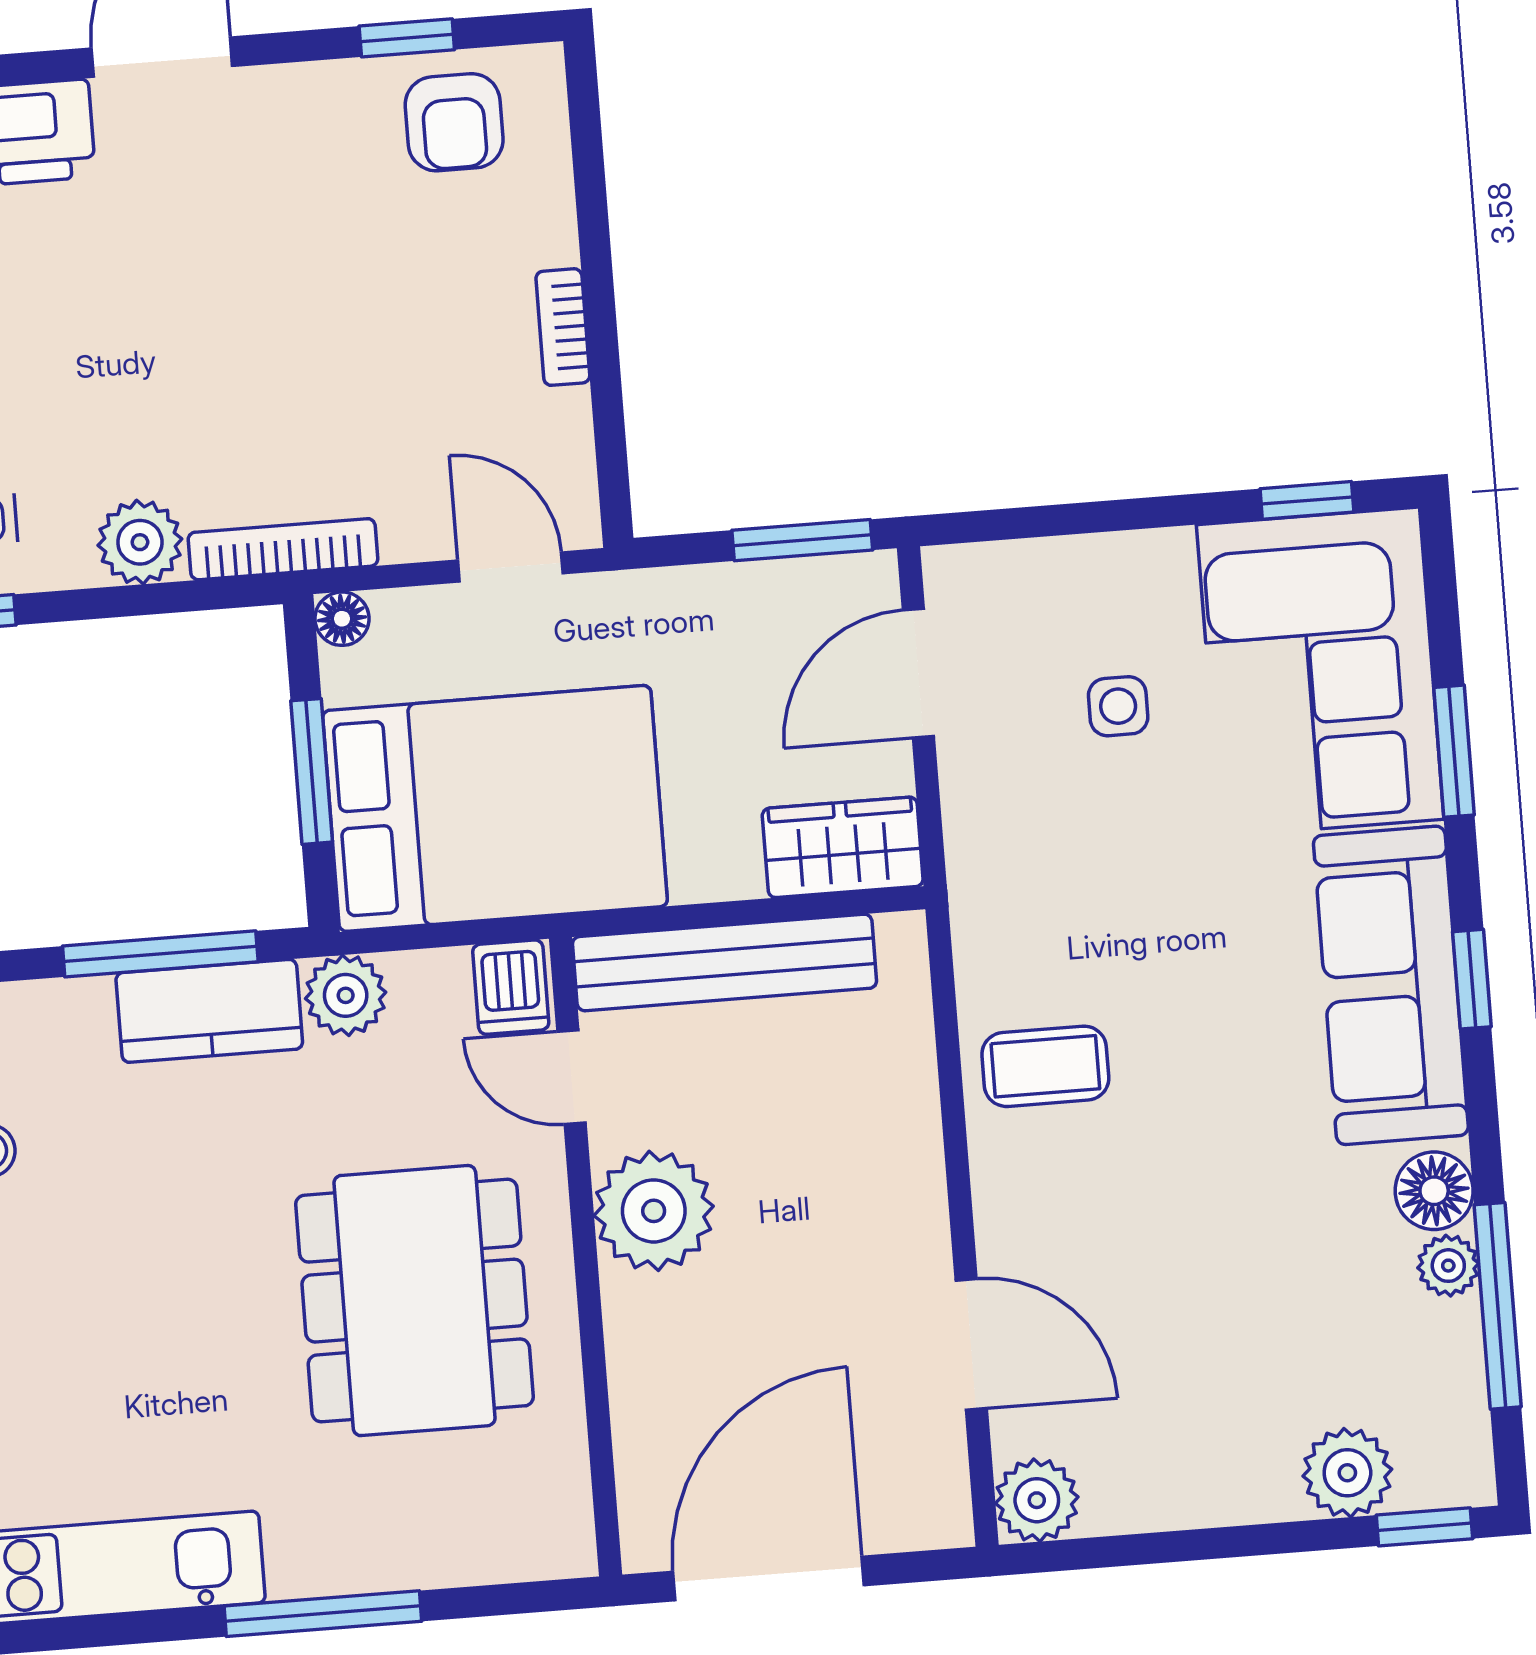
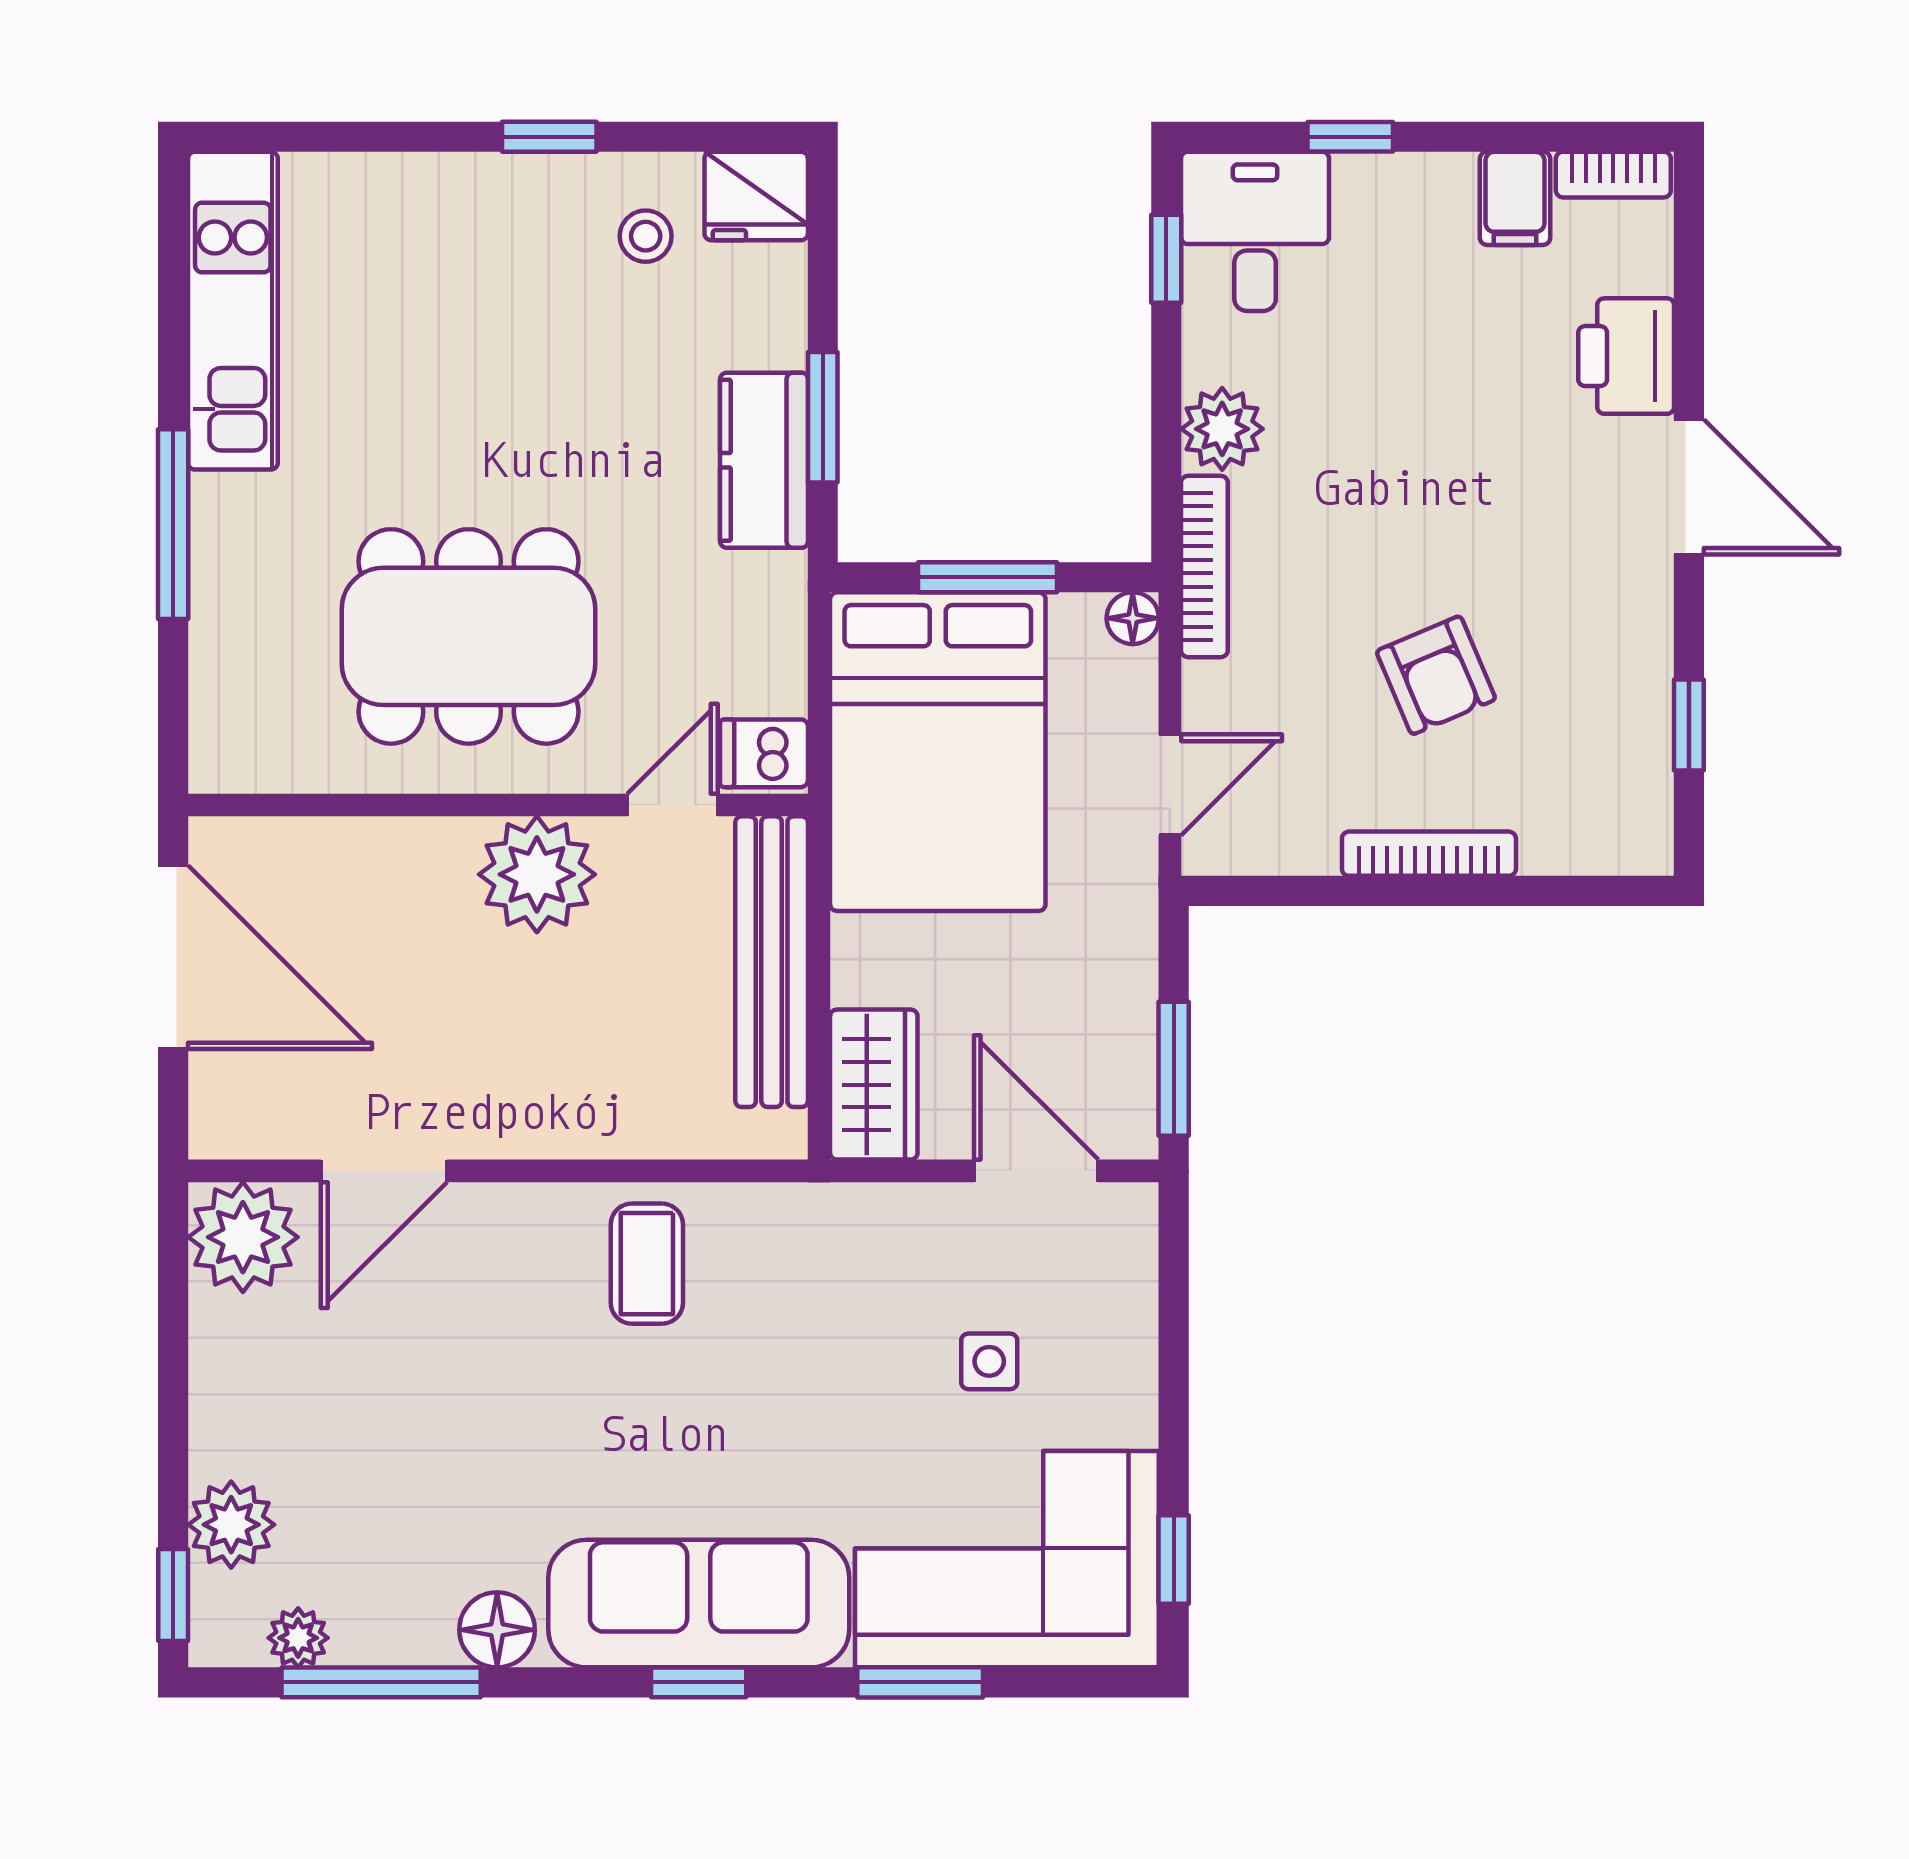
armchair: (454, 122) -> (1436, 675), moved, turned -113
bookcase: (563, 327) -> (1429, 854), width x1.56
window: (160, 954) -> (823, 417), width x0.69
plant: (346, 995) -> (769, 593), removed
plant: (1448, 1266) -> (298, 1638), moved
plant: (1037, 1500) -> (243, 1237), width x1.36, depth x1.36

